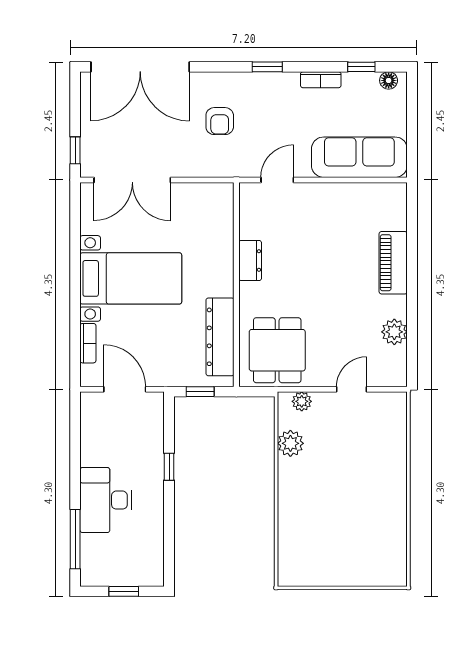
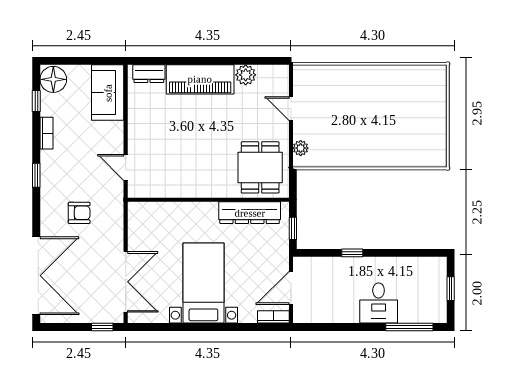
floor lamp: (389, 80) -> (53, 79), width x1.89, depth x1.89
sofa: (359, 157) -> (108, 93), width x0.73
dresser: (250, 261) -> (149, 74), moved, turned 180
piano: (393, 263) -> (200, 79), width x1.37, depth x1.33
bookcase: (88, 343) -> (273, 317), moved
dining table: (277, 350) -> (260, 167), turned 90
plant: (290, 443) -> (334, 157), removed
desk: (106, 500) -> (379, 303), width x0.73

